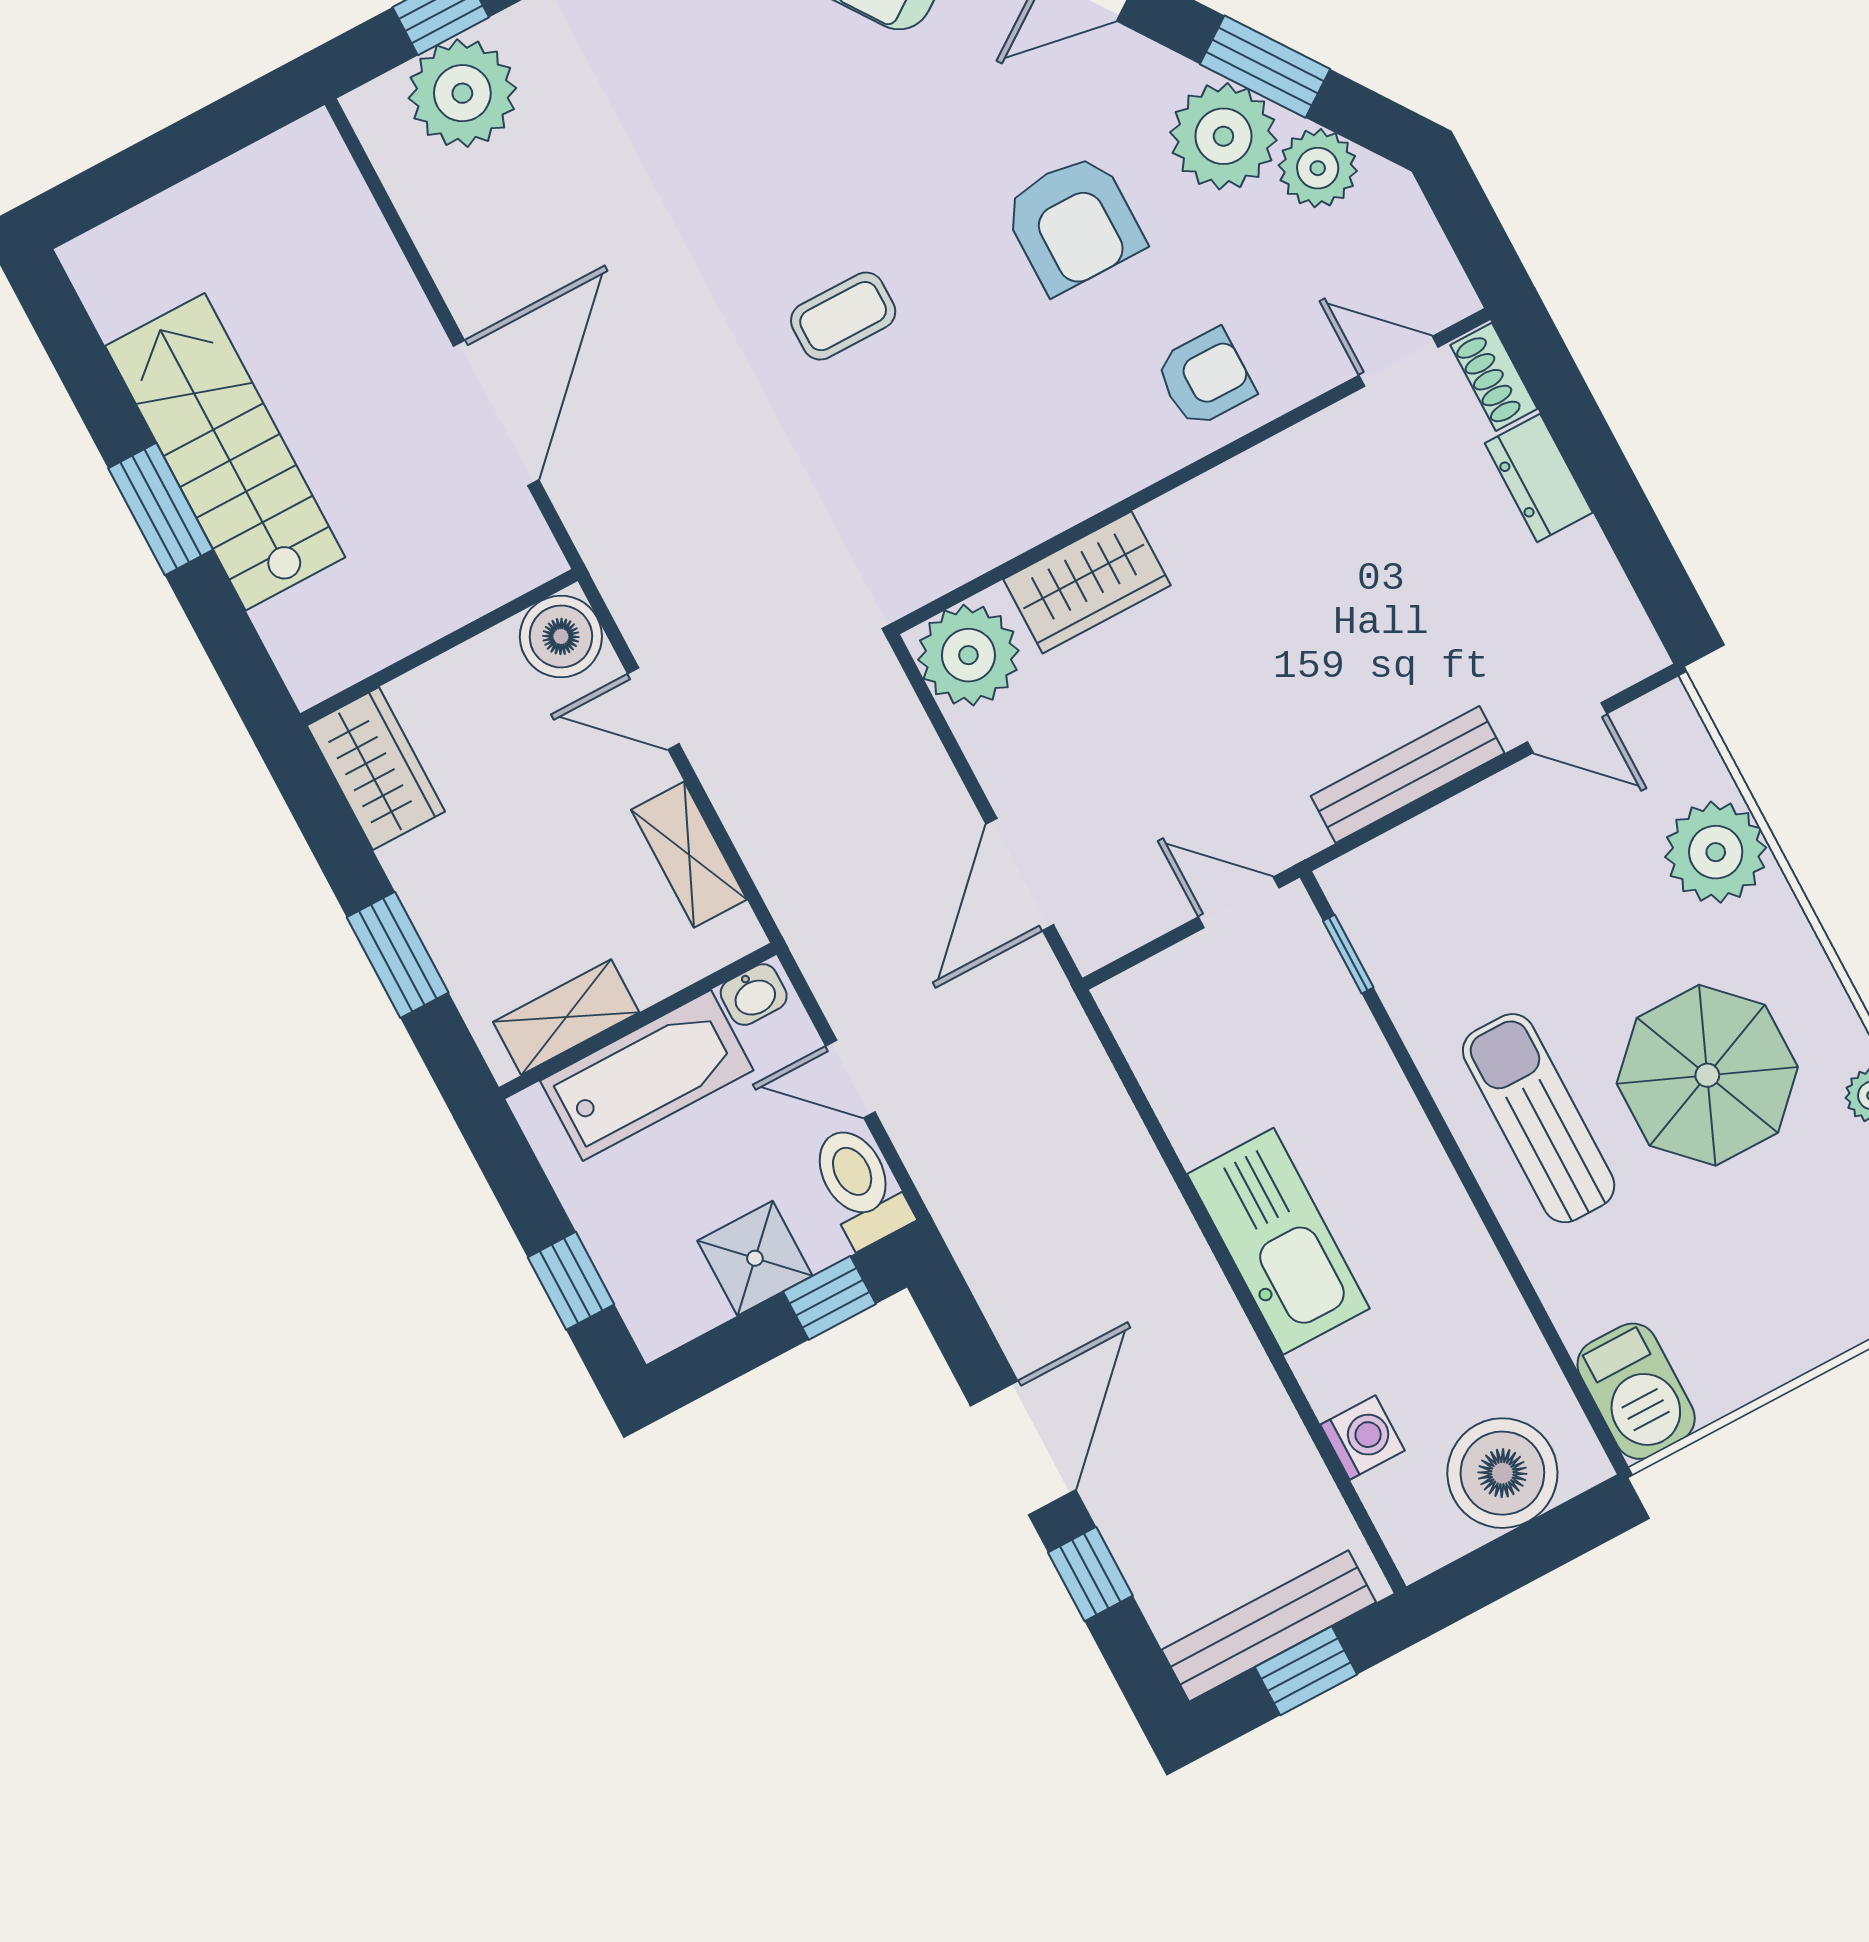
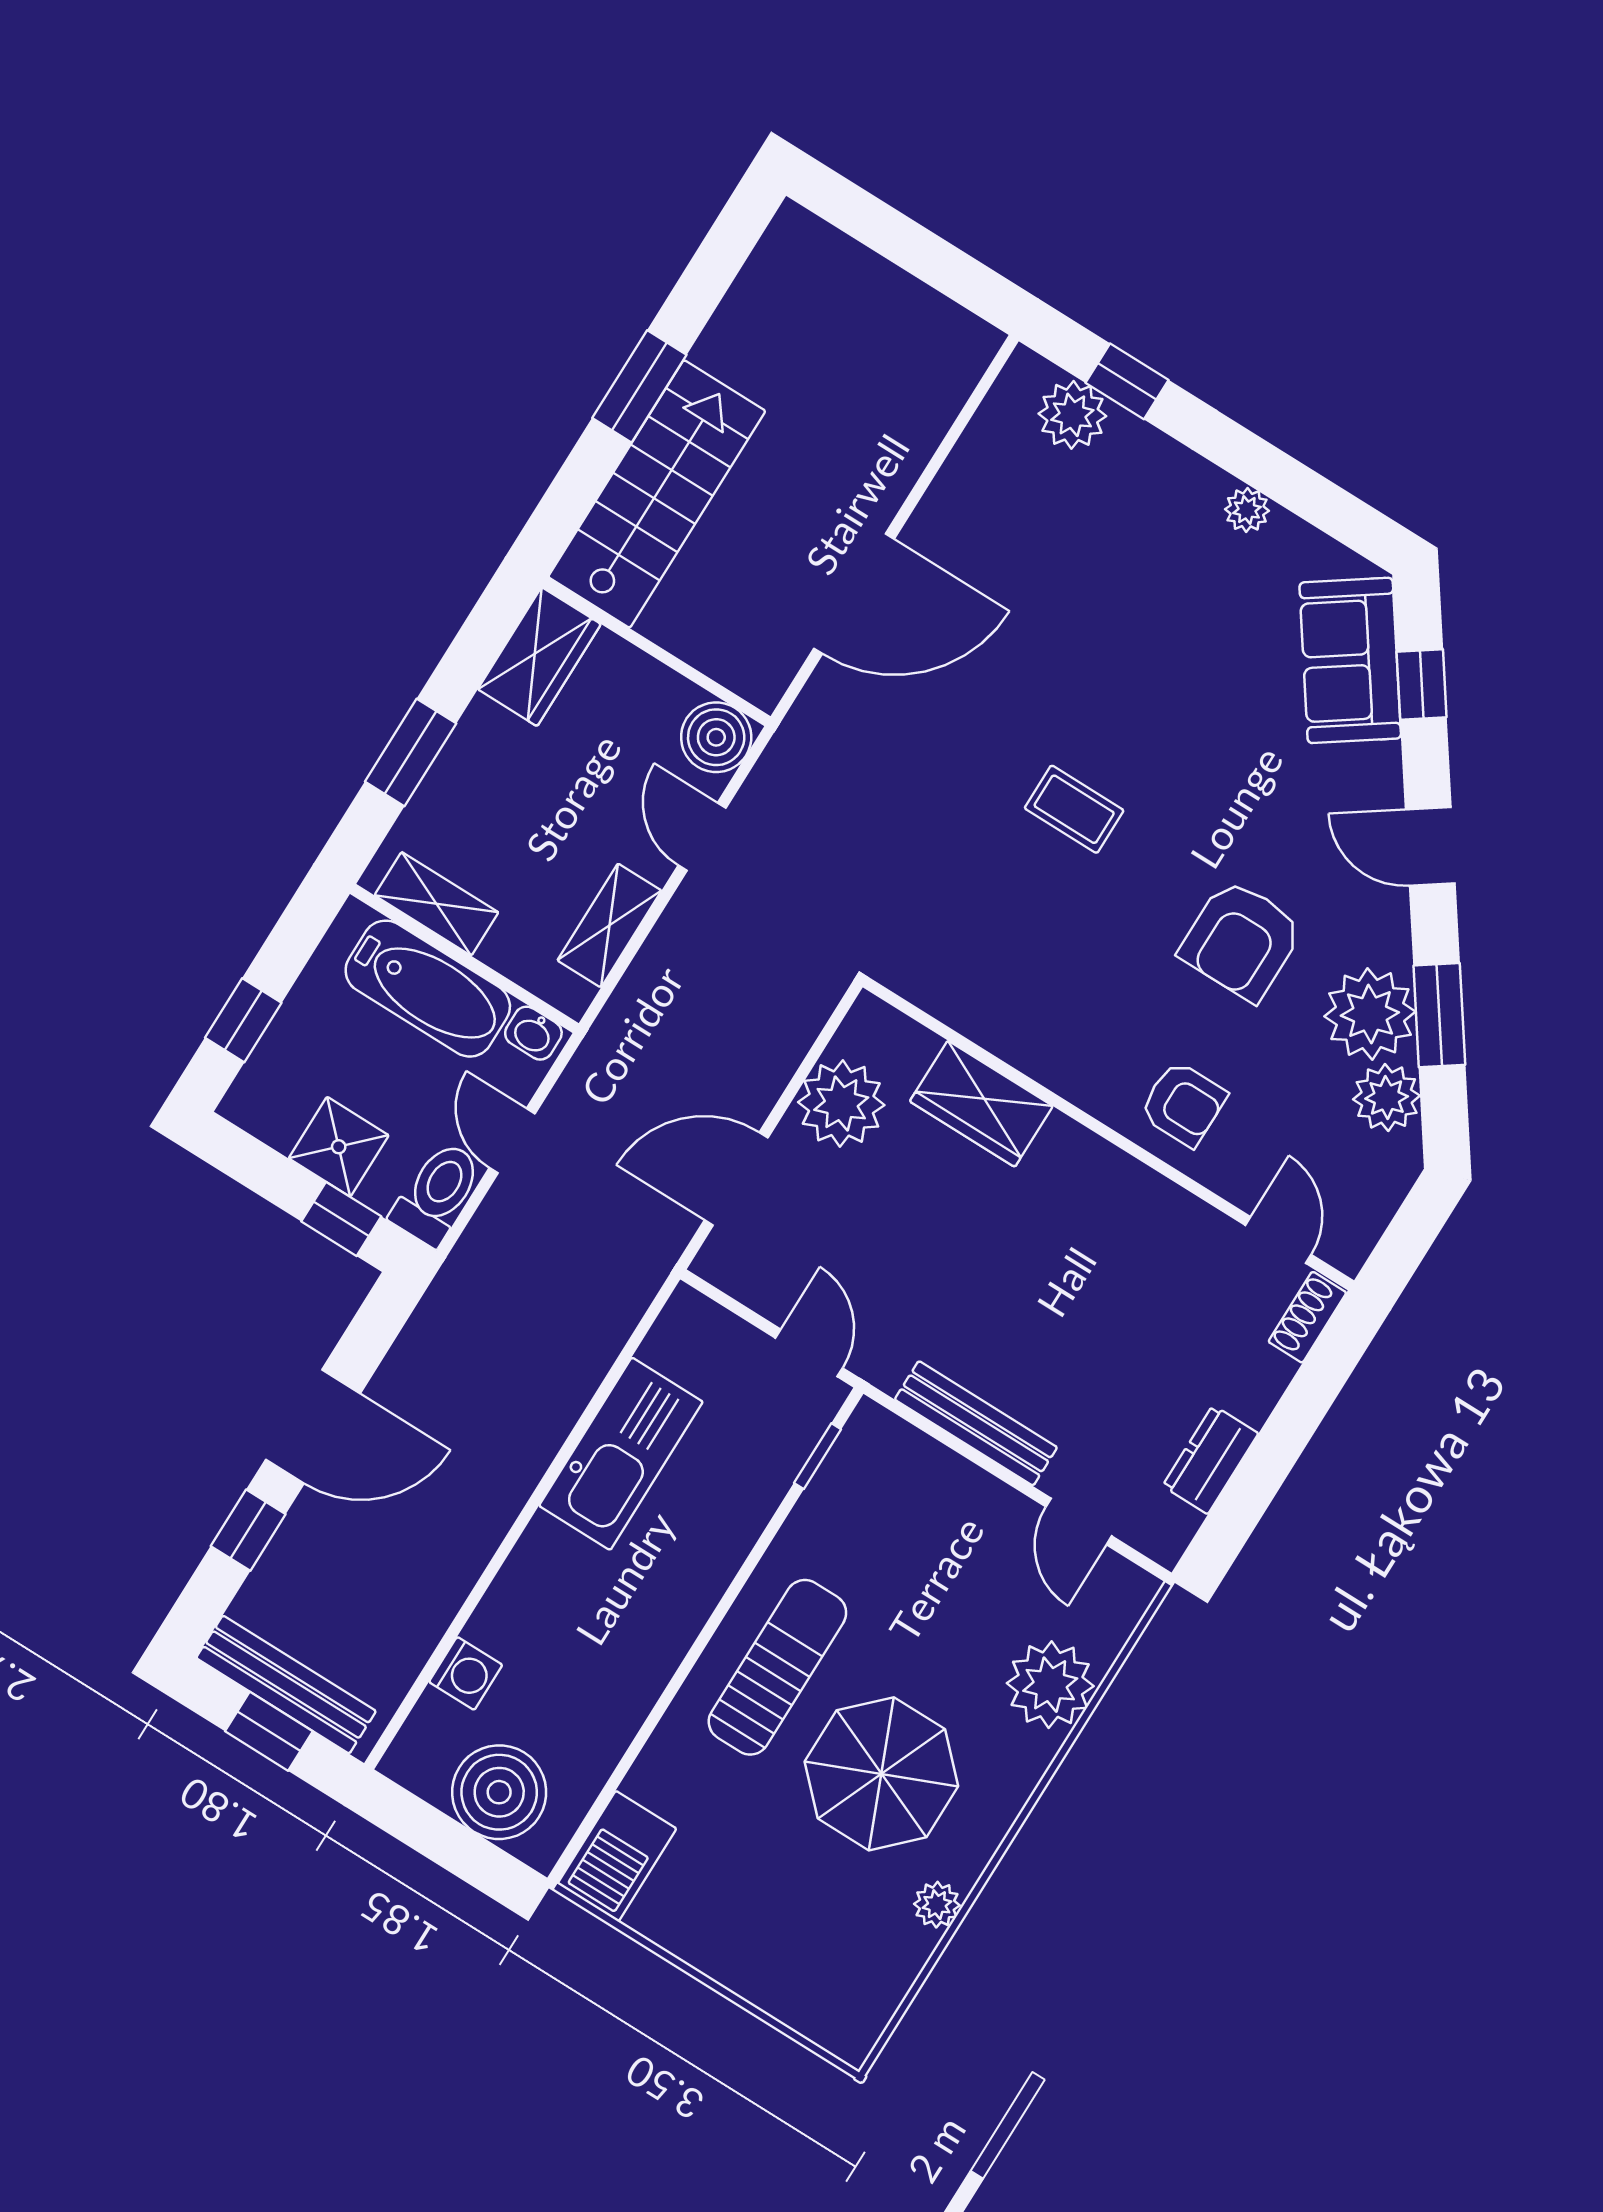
plant: (462, 93) -> (1072, 415), width x0.73, depth x0.73
stairs: (225, 452) -> (657, 494), moved
dresser: (1539, 478) -> (1210, 1460), moved
plant: (968, 655) -> (841, 1104), moved
kitchen sink: (1278, 1241) -> (621, 1454), moved

